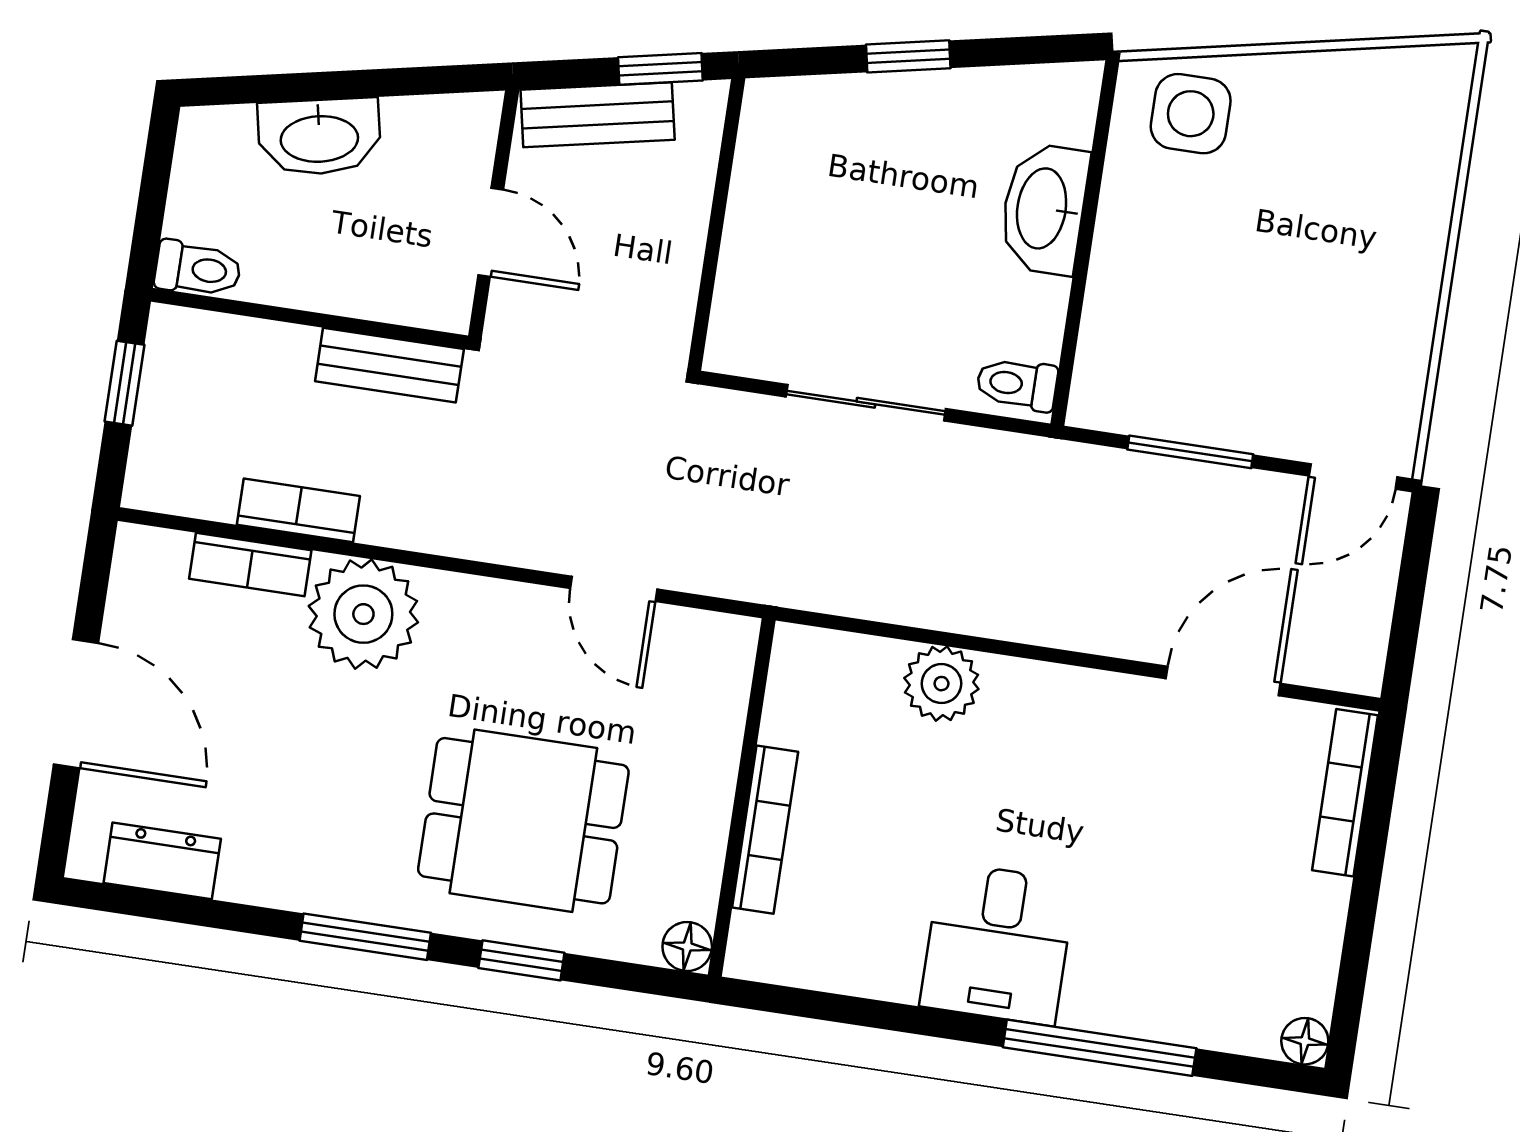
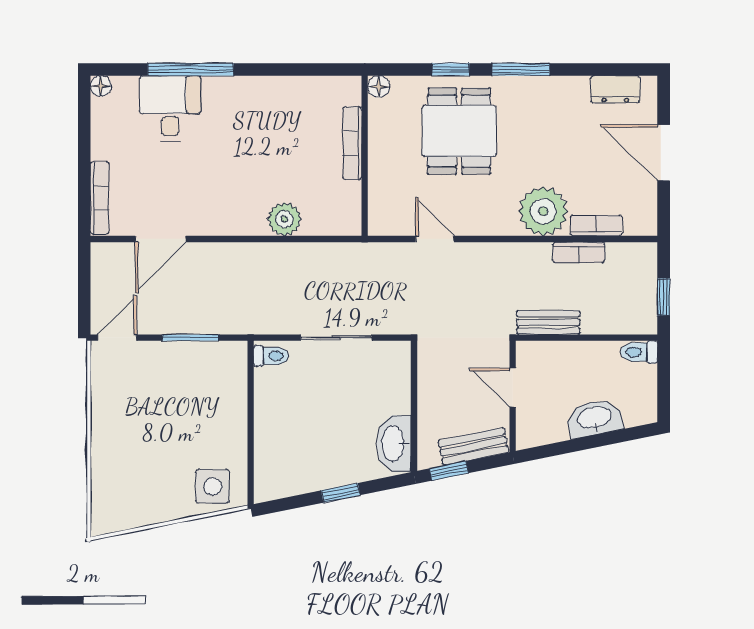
washbasin: (1044, 209) -> (394, 444), moved, turned 180
dining table: (523, 821) -> (459, 131), turned 90
desk: (998, 944) -> (170, 108), moved

